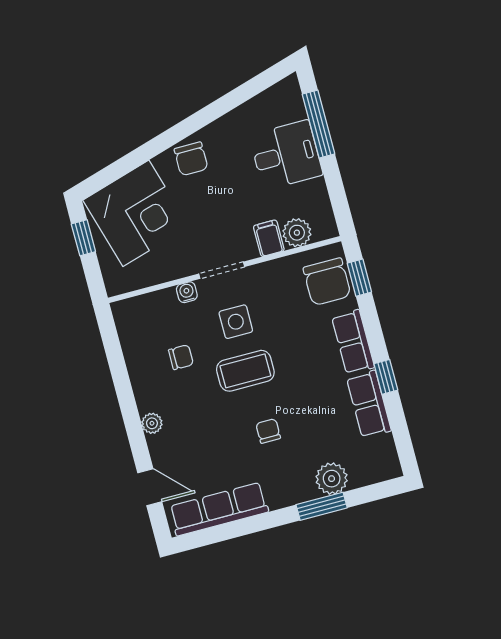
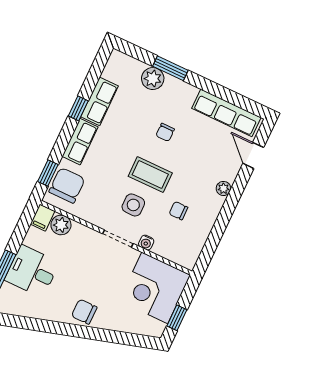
chair: (191, 159) -> (84, 312), turned -90
corner desk: (136, 213) -> (155, 288), moved, turned -74
filing cabinet: (269, 238) -> (42, 218), moved

